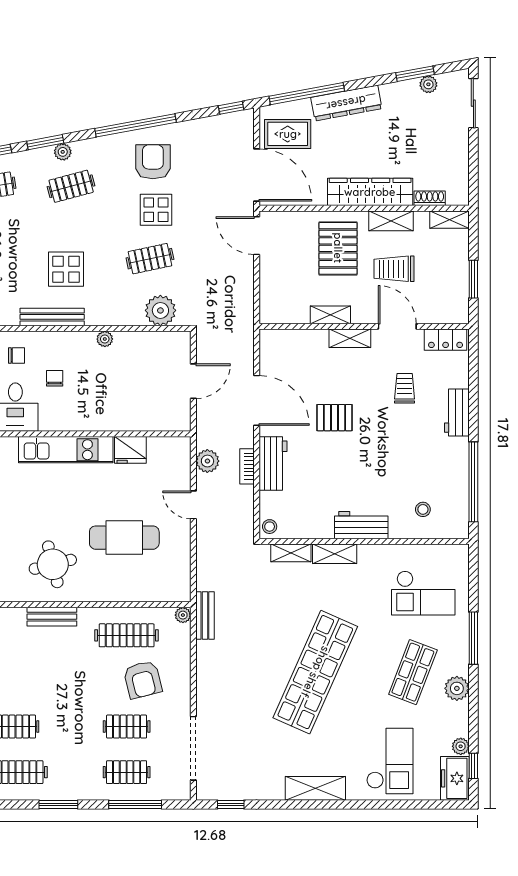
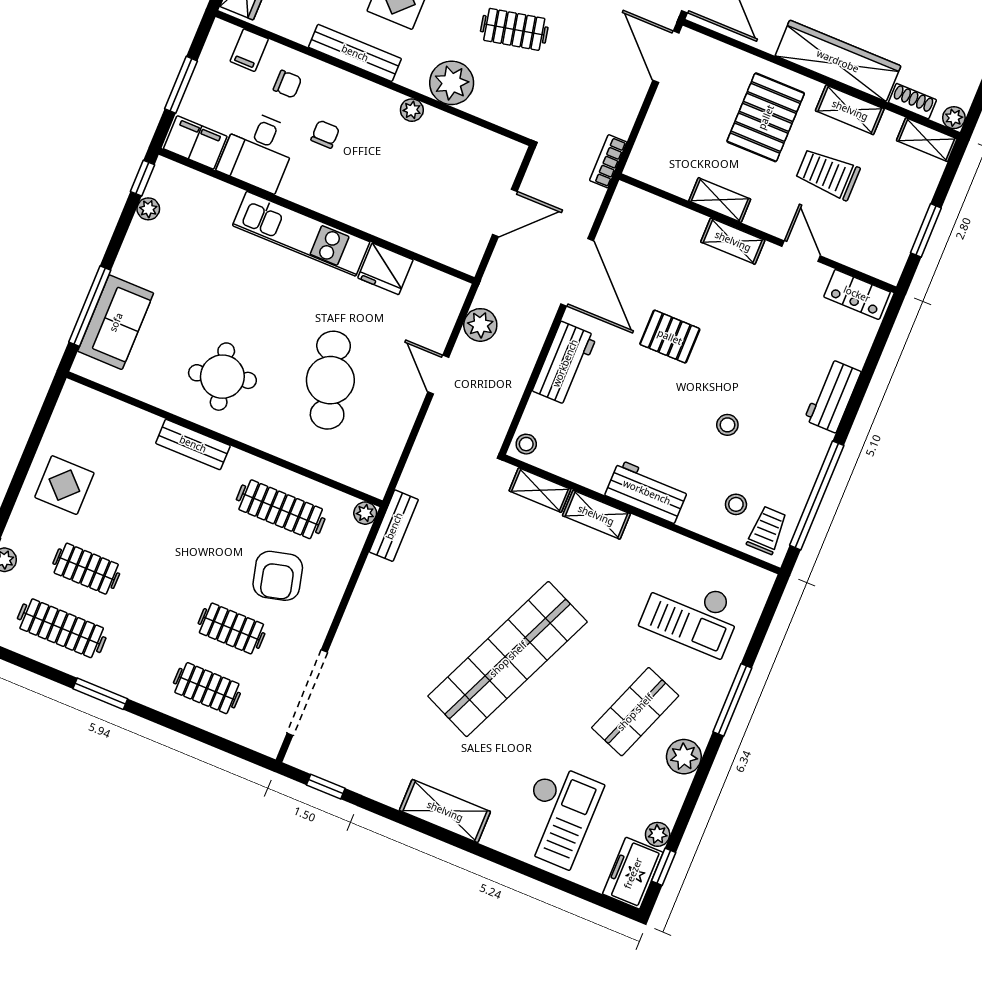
plant: (461, 198) -> (954, 118), added
plant: (160, 310) -> (452, 83), moved
door: (397, 326) -> (801, 251), width x0.73
trolley: (405, 388) -> (767, 530), moved
stool: (396, 460) -> (727, 425), added
bookcase: (247, 466) -> (608, 161), moved
cafe table: (124, 538) -> (330, 380), turned 73
window: (135, 805) -> (201, 735), removed

